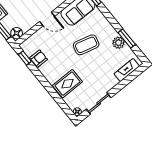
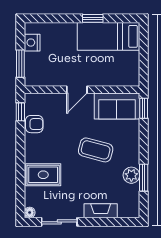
door: (47, 19) -> (77, 90), hinge flipped
floor lamp: (17, 33) -> (33, 79), removed
fireplace: (127, 70) -> (101, 211), moved

